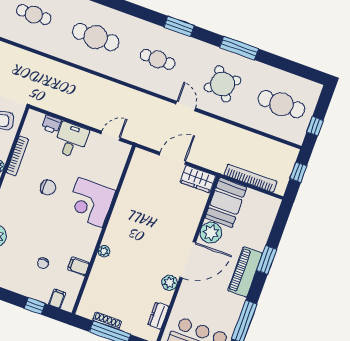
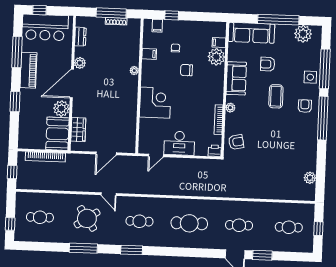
cafe table: (281, 104) -> (40, 217), width x0.73, depth x0.74
printer: (51, 124) -> (215, 151), moved
window: (315, 126) -> (10, 224), moved
desk: (71, 140) -> (179, 143), width x1.37
wardrobe: (198, 179) -> (78, 130), moved, turned 90
chair: (48, 187) -> (187, 70), moved
piano: (245, 272) -> (28, 70), moved

